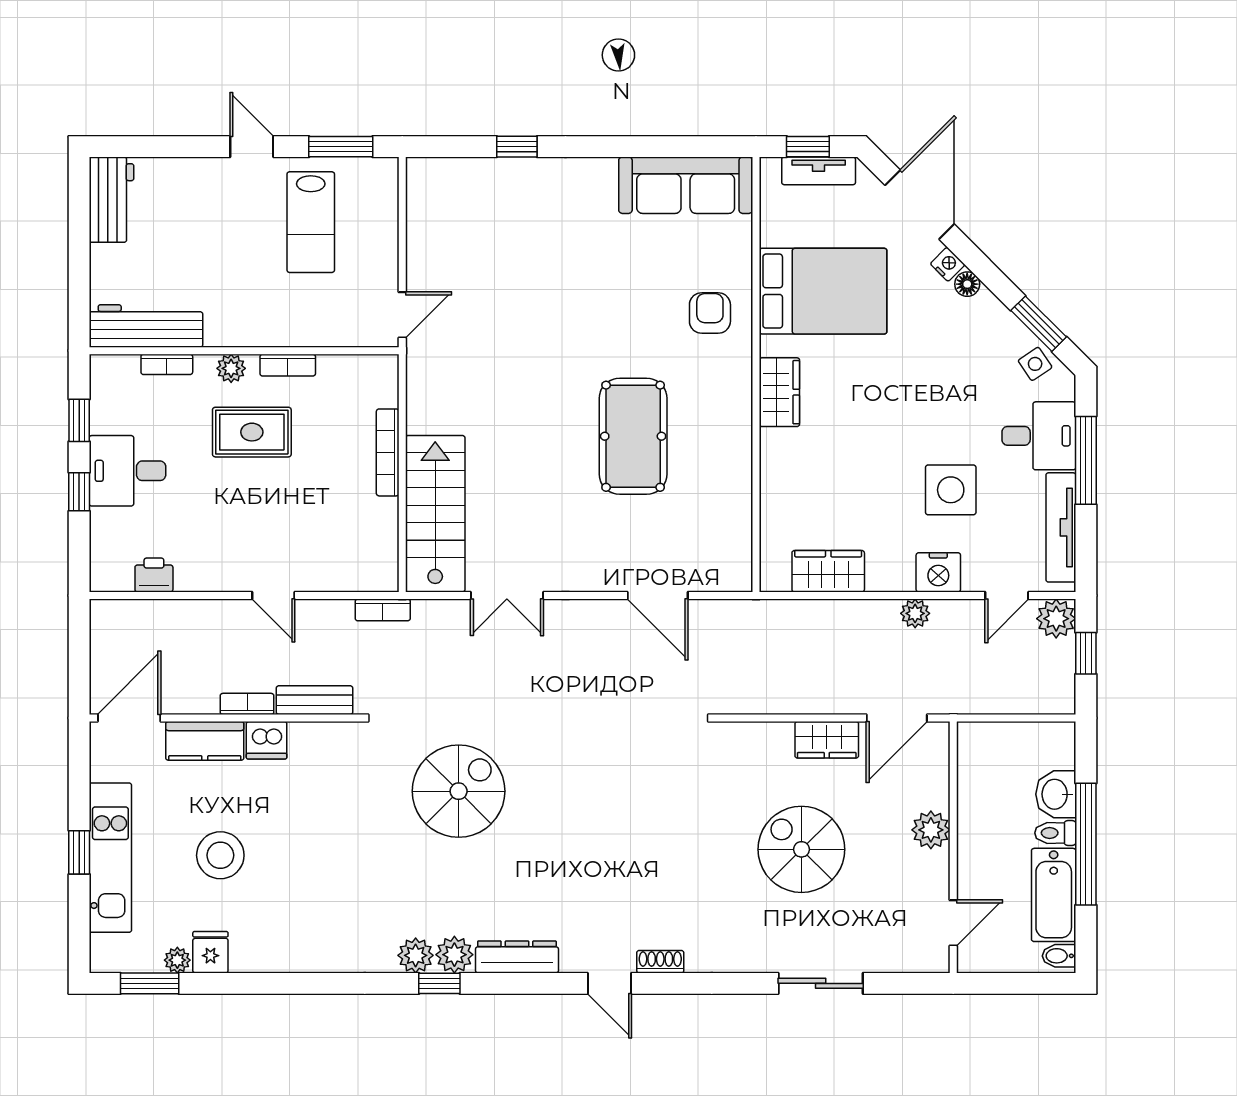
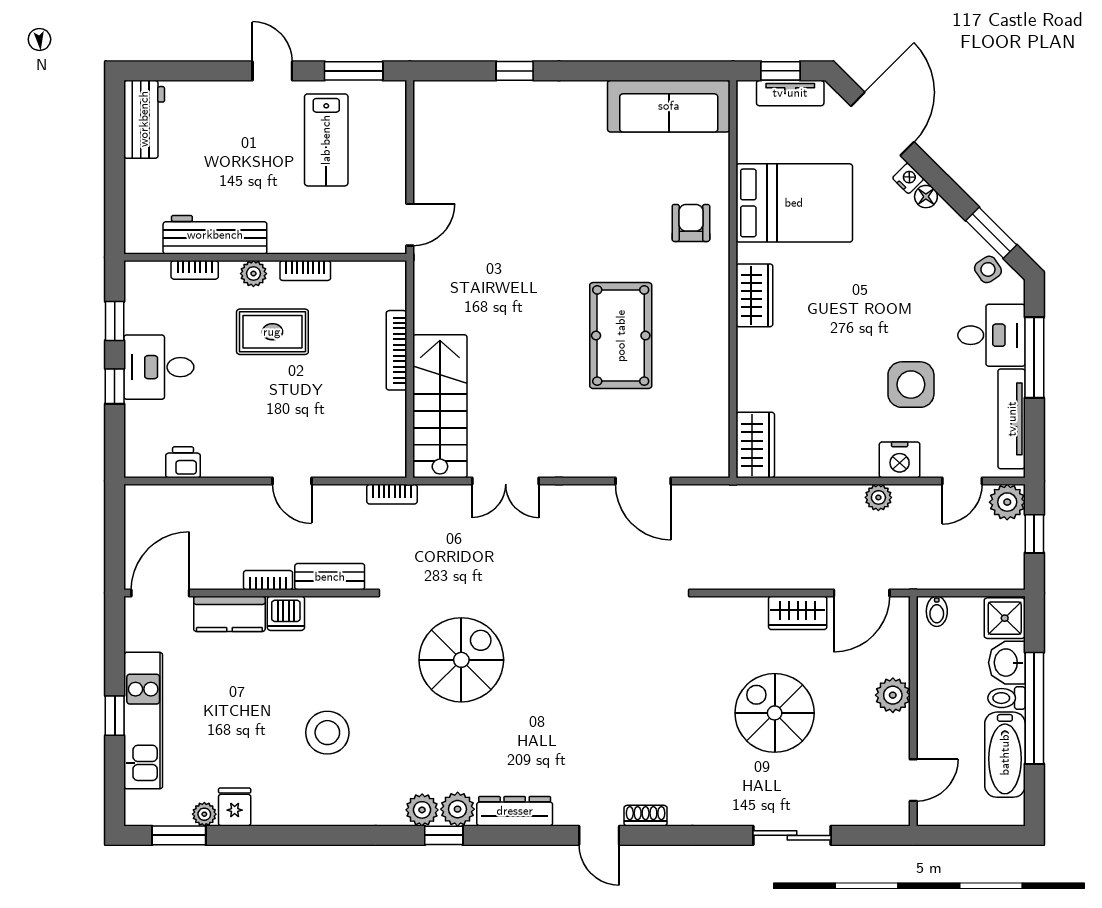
workbench: (146, 326) -> (215, 235), moved
wardrobe: (828, 571) -> (755, 445), moved, turned 90
shower: (1053, 746) -> (1005, 618), added
stool: (220, 855) -> (327, 733), moved
bidet: (1059, 956) -> (937, 611), moved, turned -90

